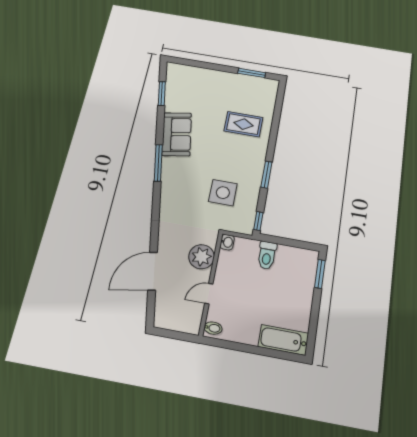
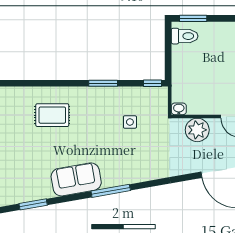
rug: (243, 124) -> (52, 115), turned 90
side table: (223, 193) -> (130, 122), width x0.54, depth x0.54
toilet: (267, 255) -> (185, 36), moved

